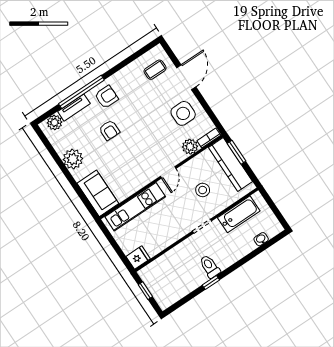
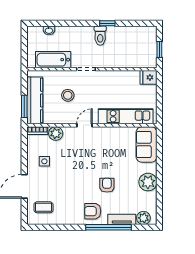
side table: (183, 113) -> (44, 161), width x0.54, depth x0.54

